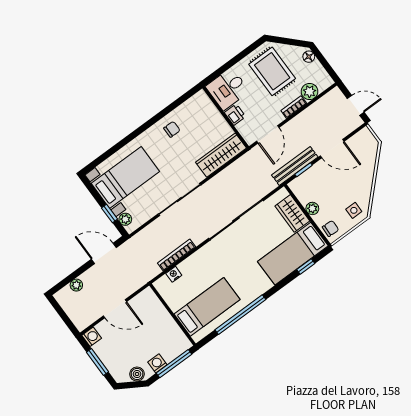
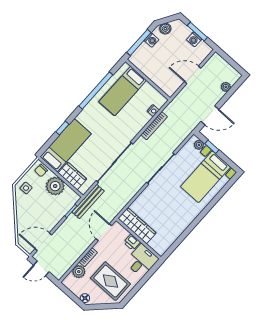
chair: (172, 129) -> (178, 221), removed
door: (332, 149) -> (43, 242), moved
wardrobe: (221, 155) -> (137, 226), moved, turned -90
bench: (295, 166) -> (88, 201), moved
plant: (312, 208) -> (55, 186), width x1.88, depth x1.88
window: (306, 266) -> (62, 128), moved
washing machine: (92, 337) -> (194, 39), moved

